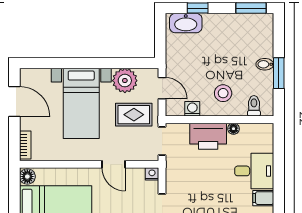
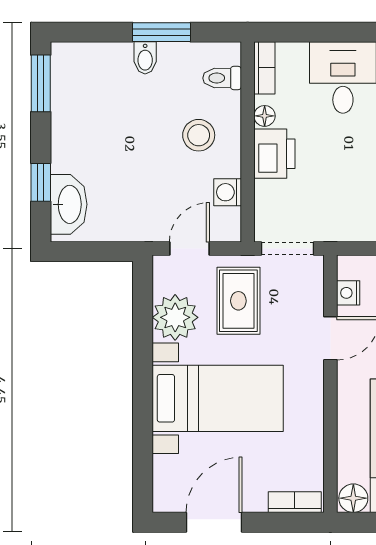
bookcase: (259, 129) -> (264, 68), added
printer: (208, 136) -> (274, 154), width x0.73, depth x0.84
nightstand: (152, 174) -> (348, 293), moved

